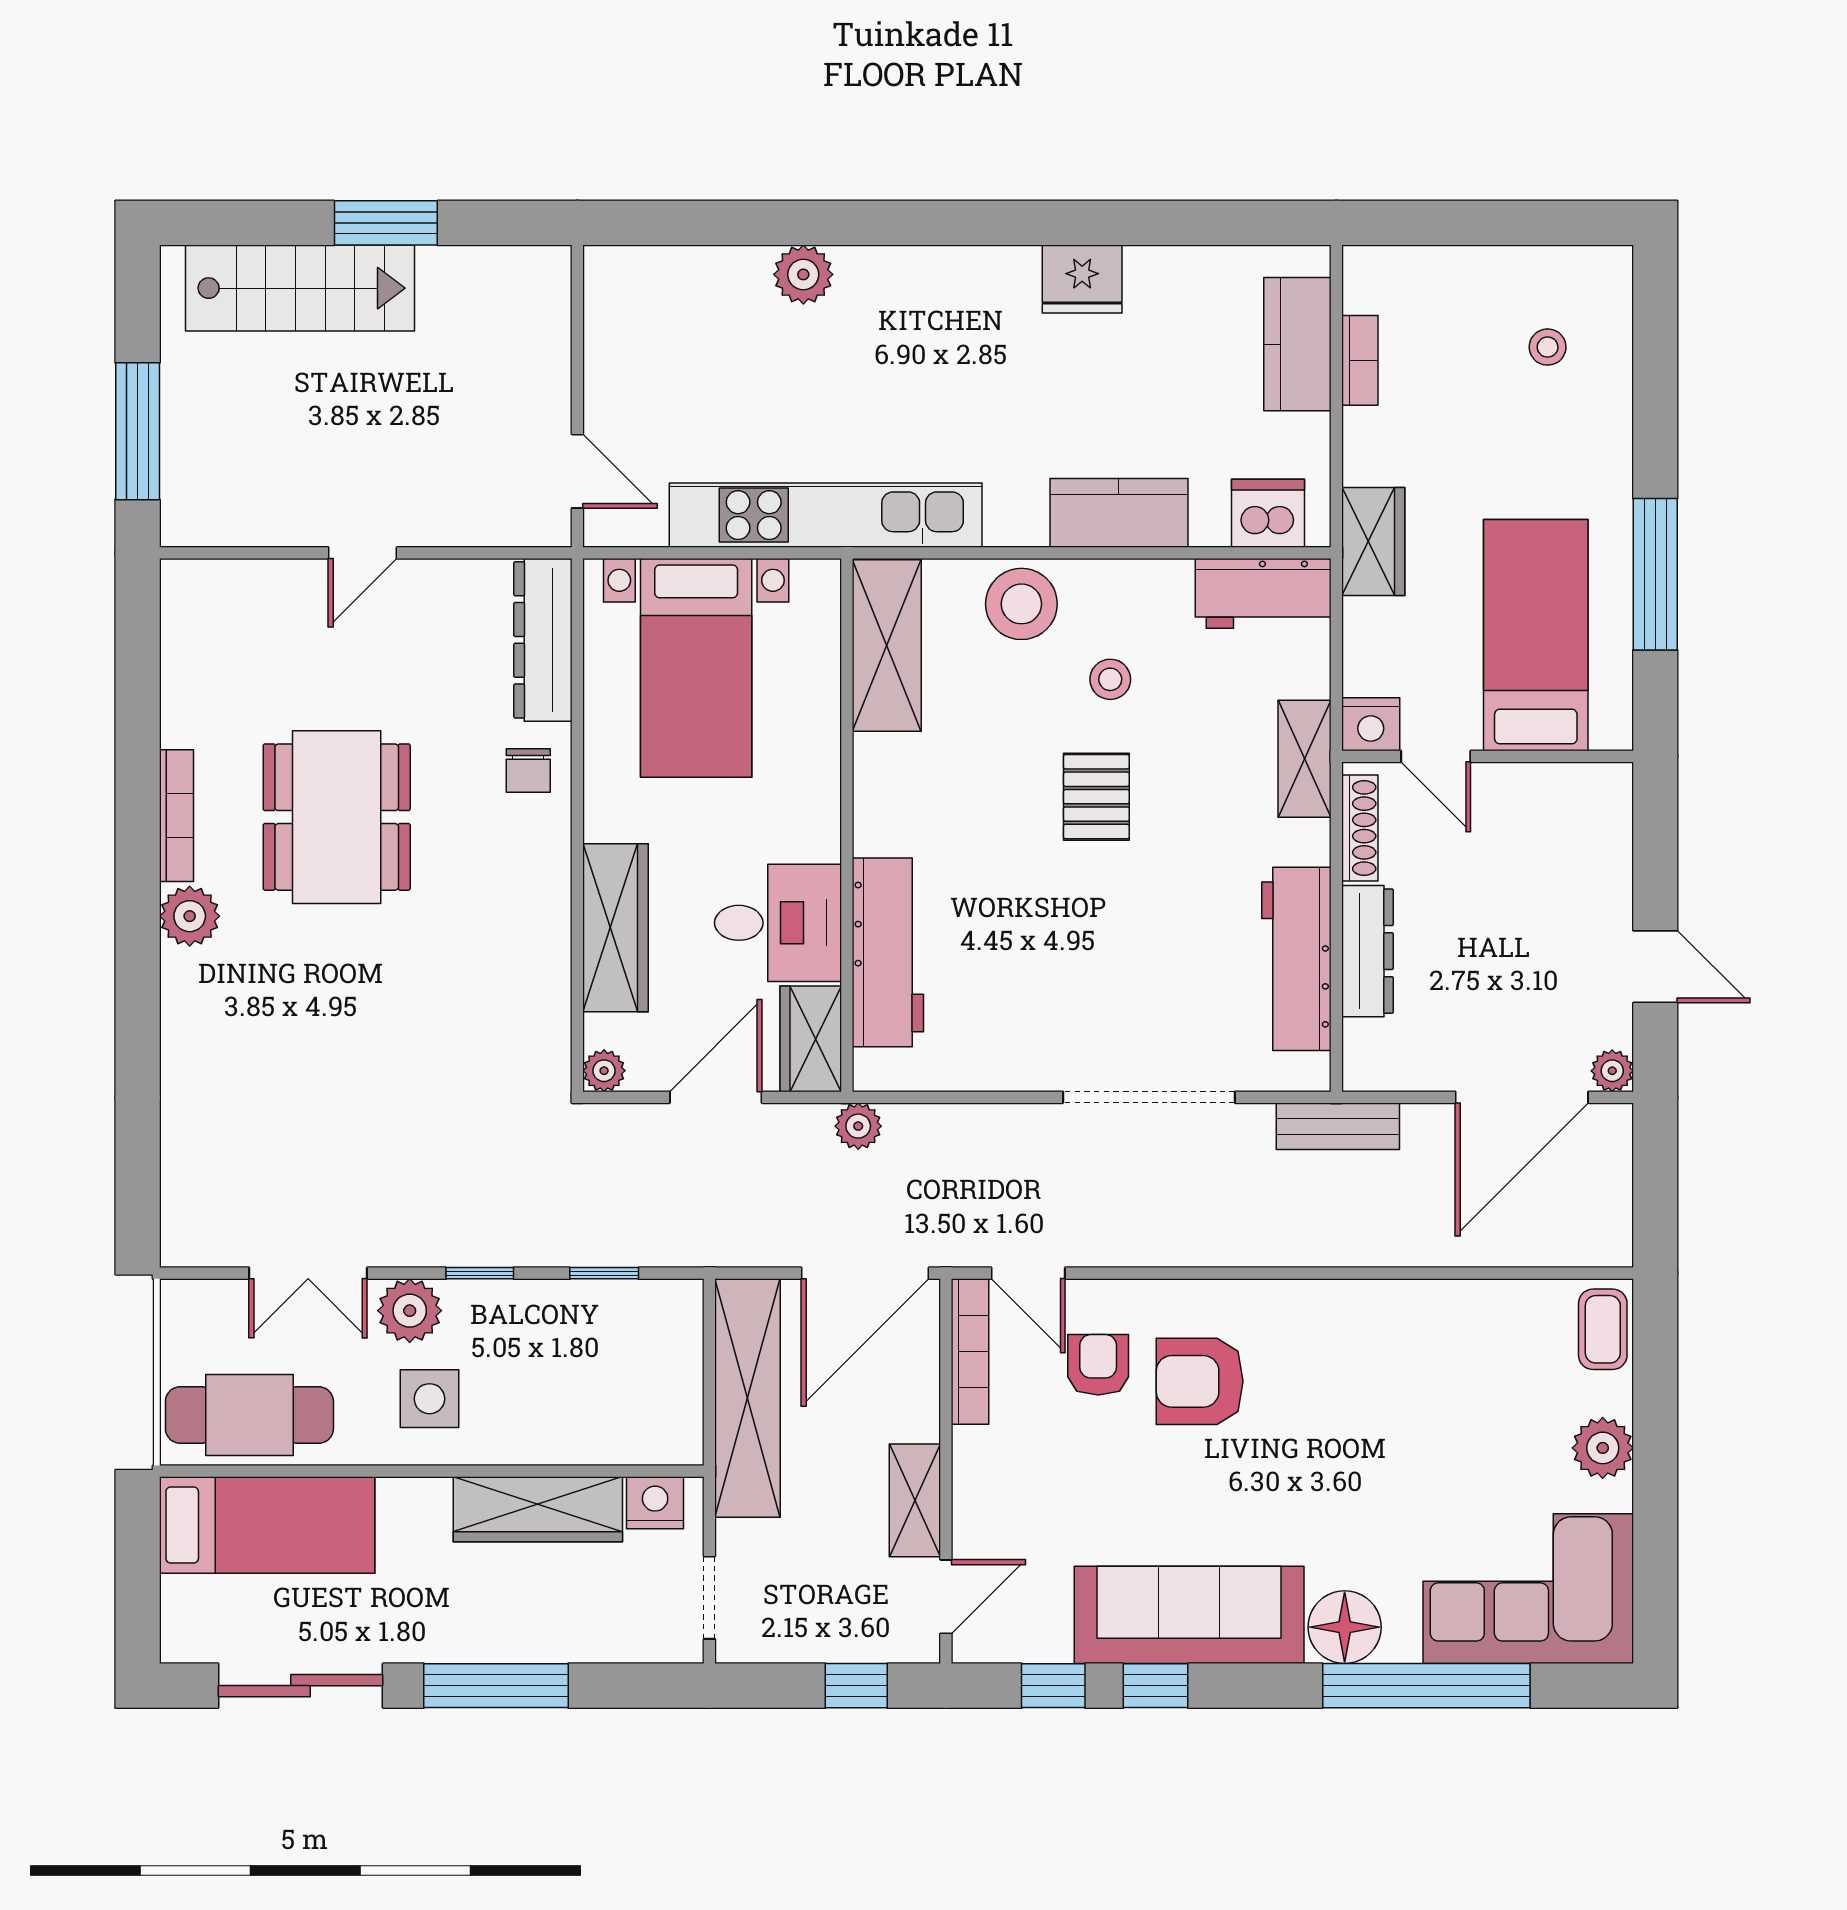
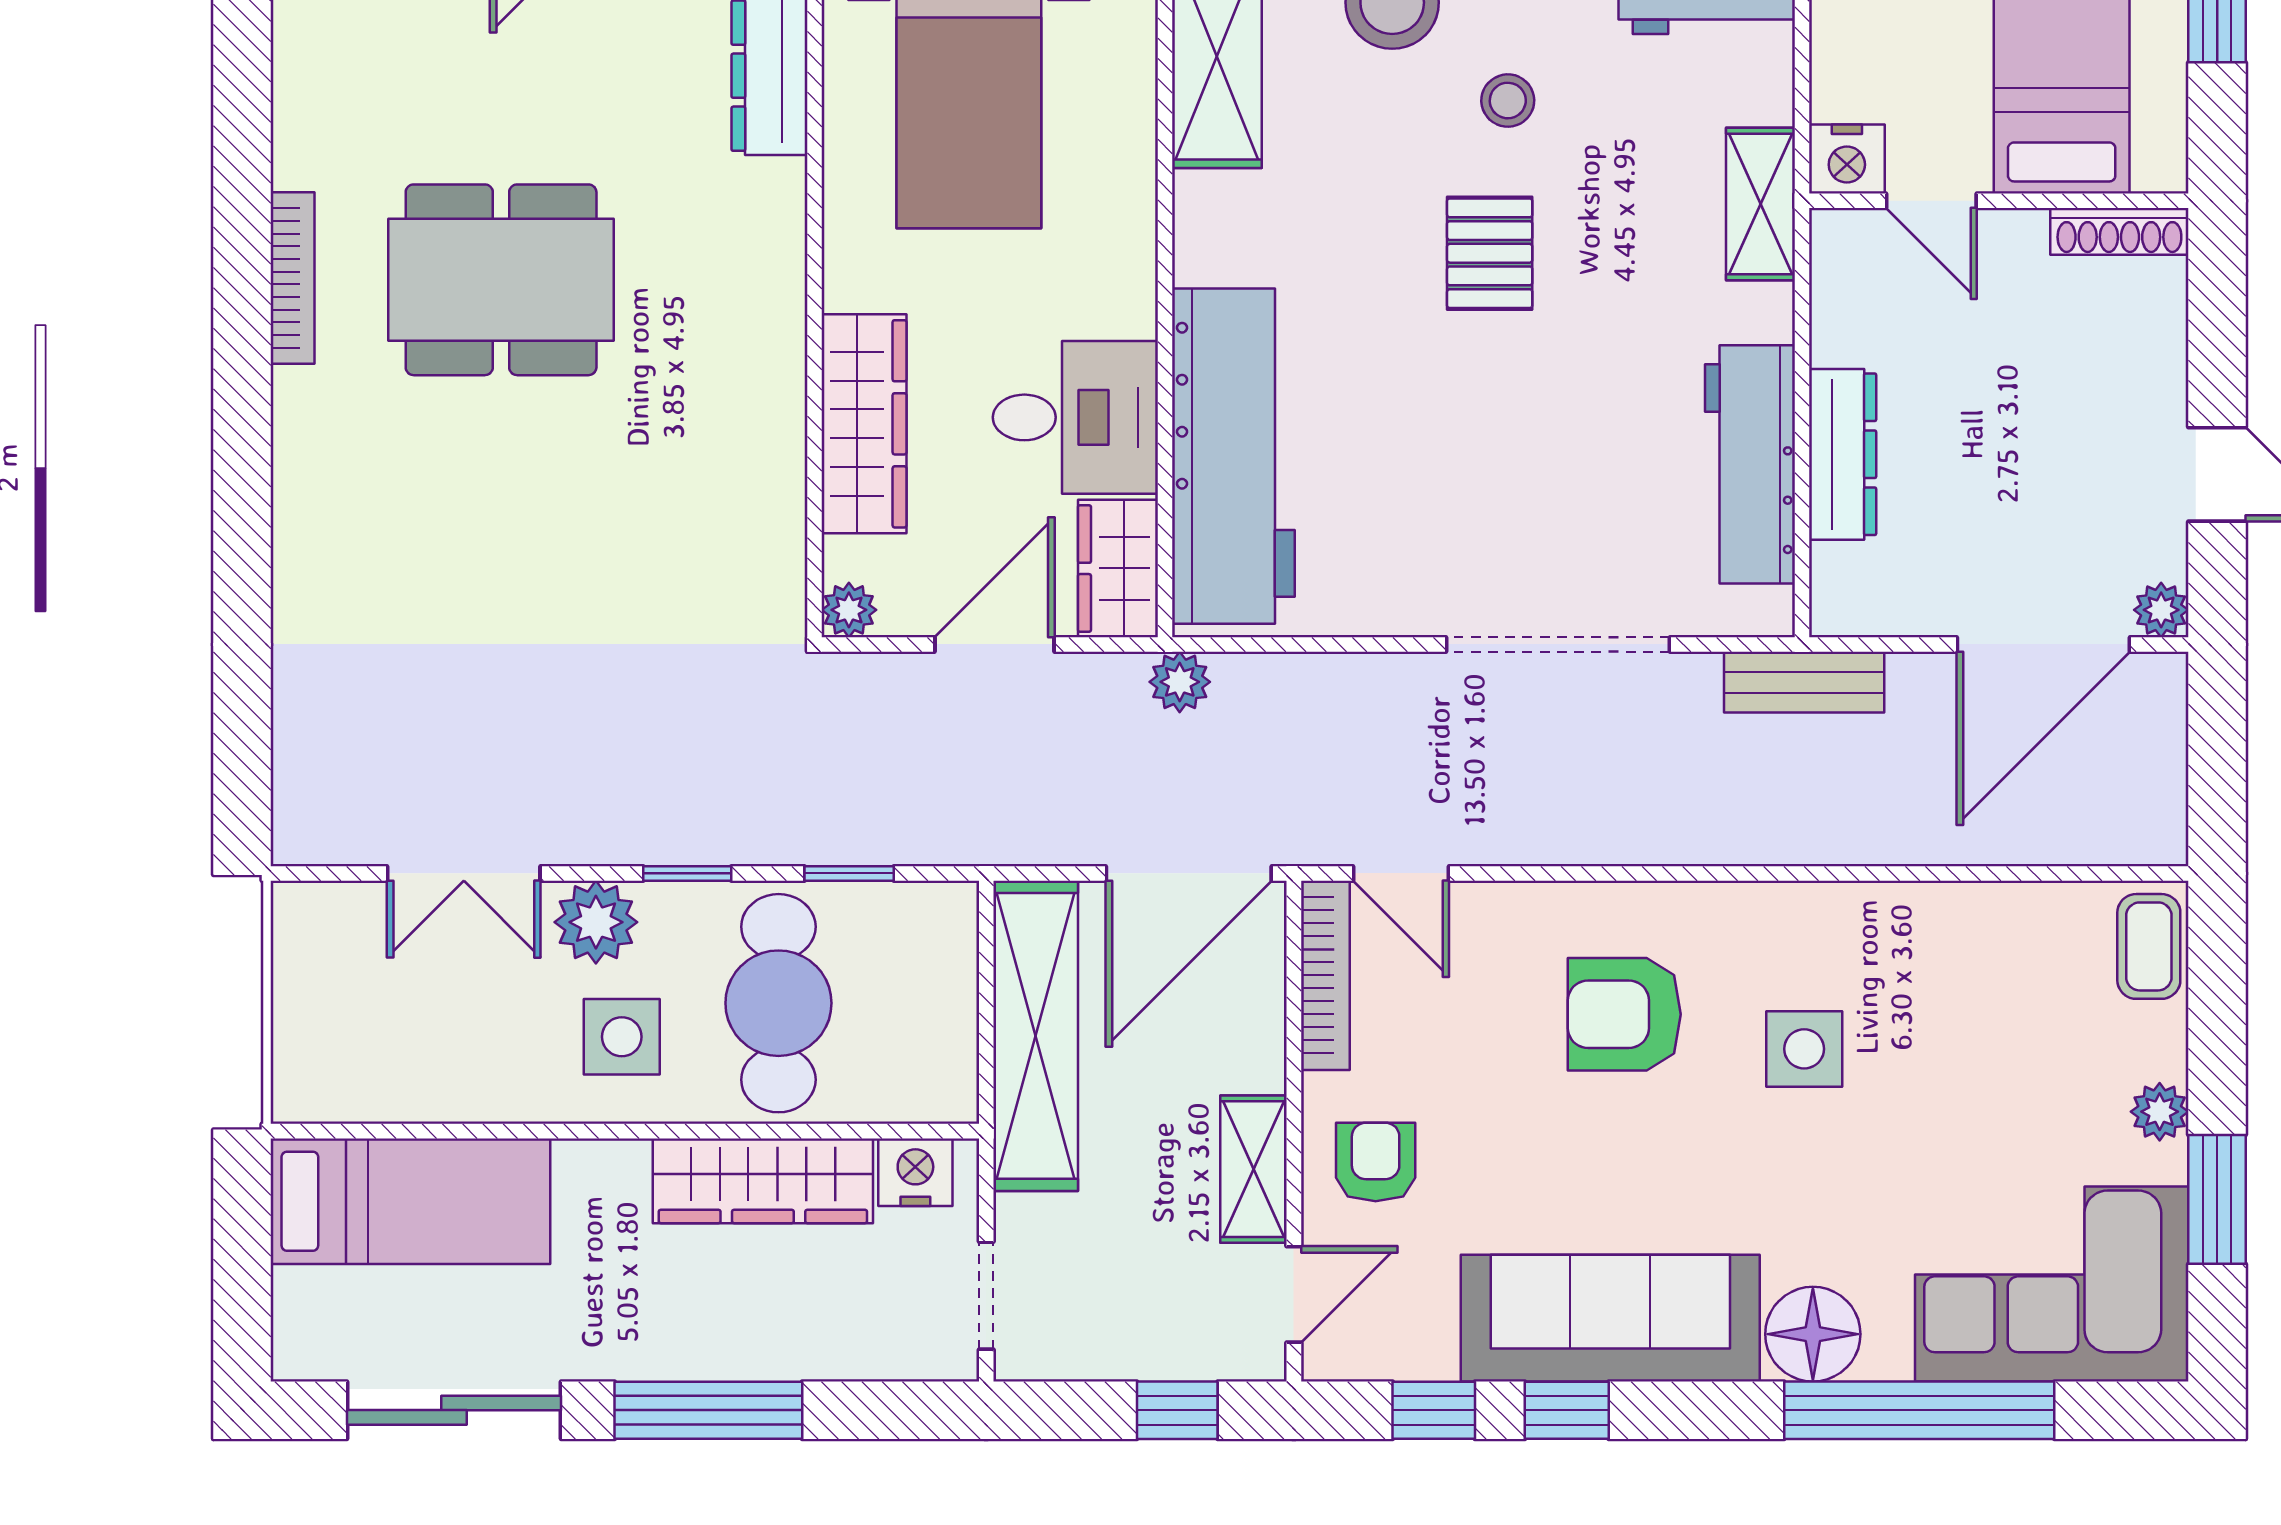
chair: (528, 771) -> (750, 219), removed
dining table: (337, 817) -> (501, 280), turned 90
shoe rack: (1360, 828) -> (2119, 231), moved, turned 90
plant: (190, 916) -> (310, 409), removed
workbench: (888, 952) -> (1233, 456), width x1.36, depth x1.32
armchair: (1098, 1365) -> (1376, 1162), moved
side table: (1338, 1408) -> (1804, 1049), added
cafe table: (249, 1415) -> (778, 1003), moved, turned 90
plant: (1603, 1448) -> (2160, 1112), width x0.73, depth x0.73
window: (1655, 1524) -> (2217, 1199), added

